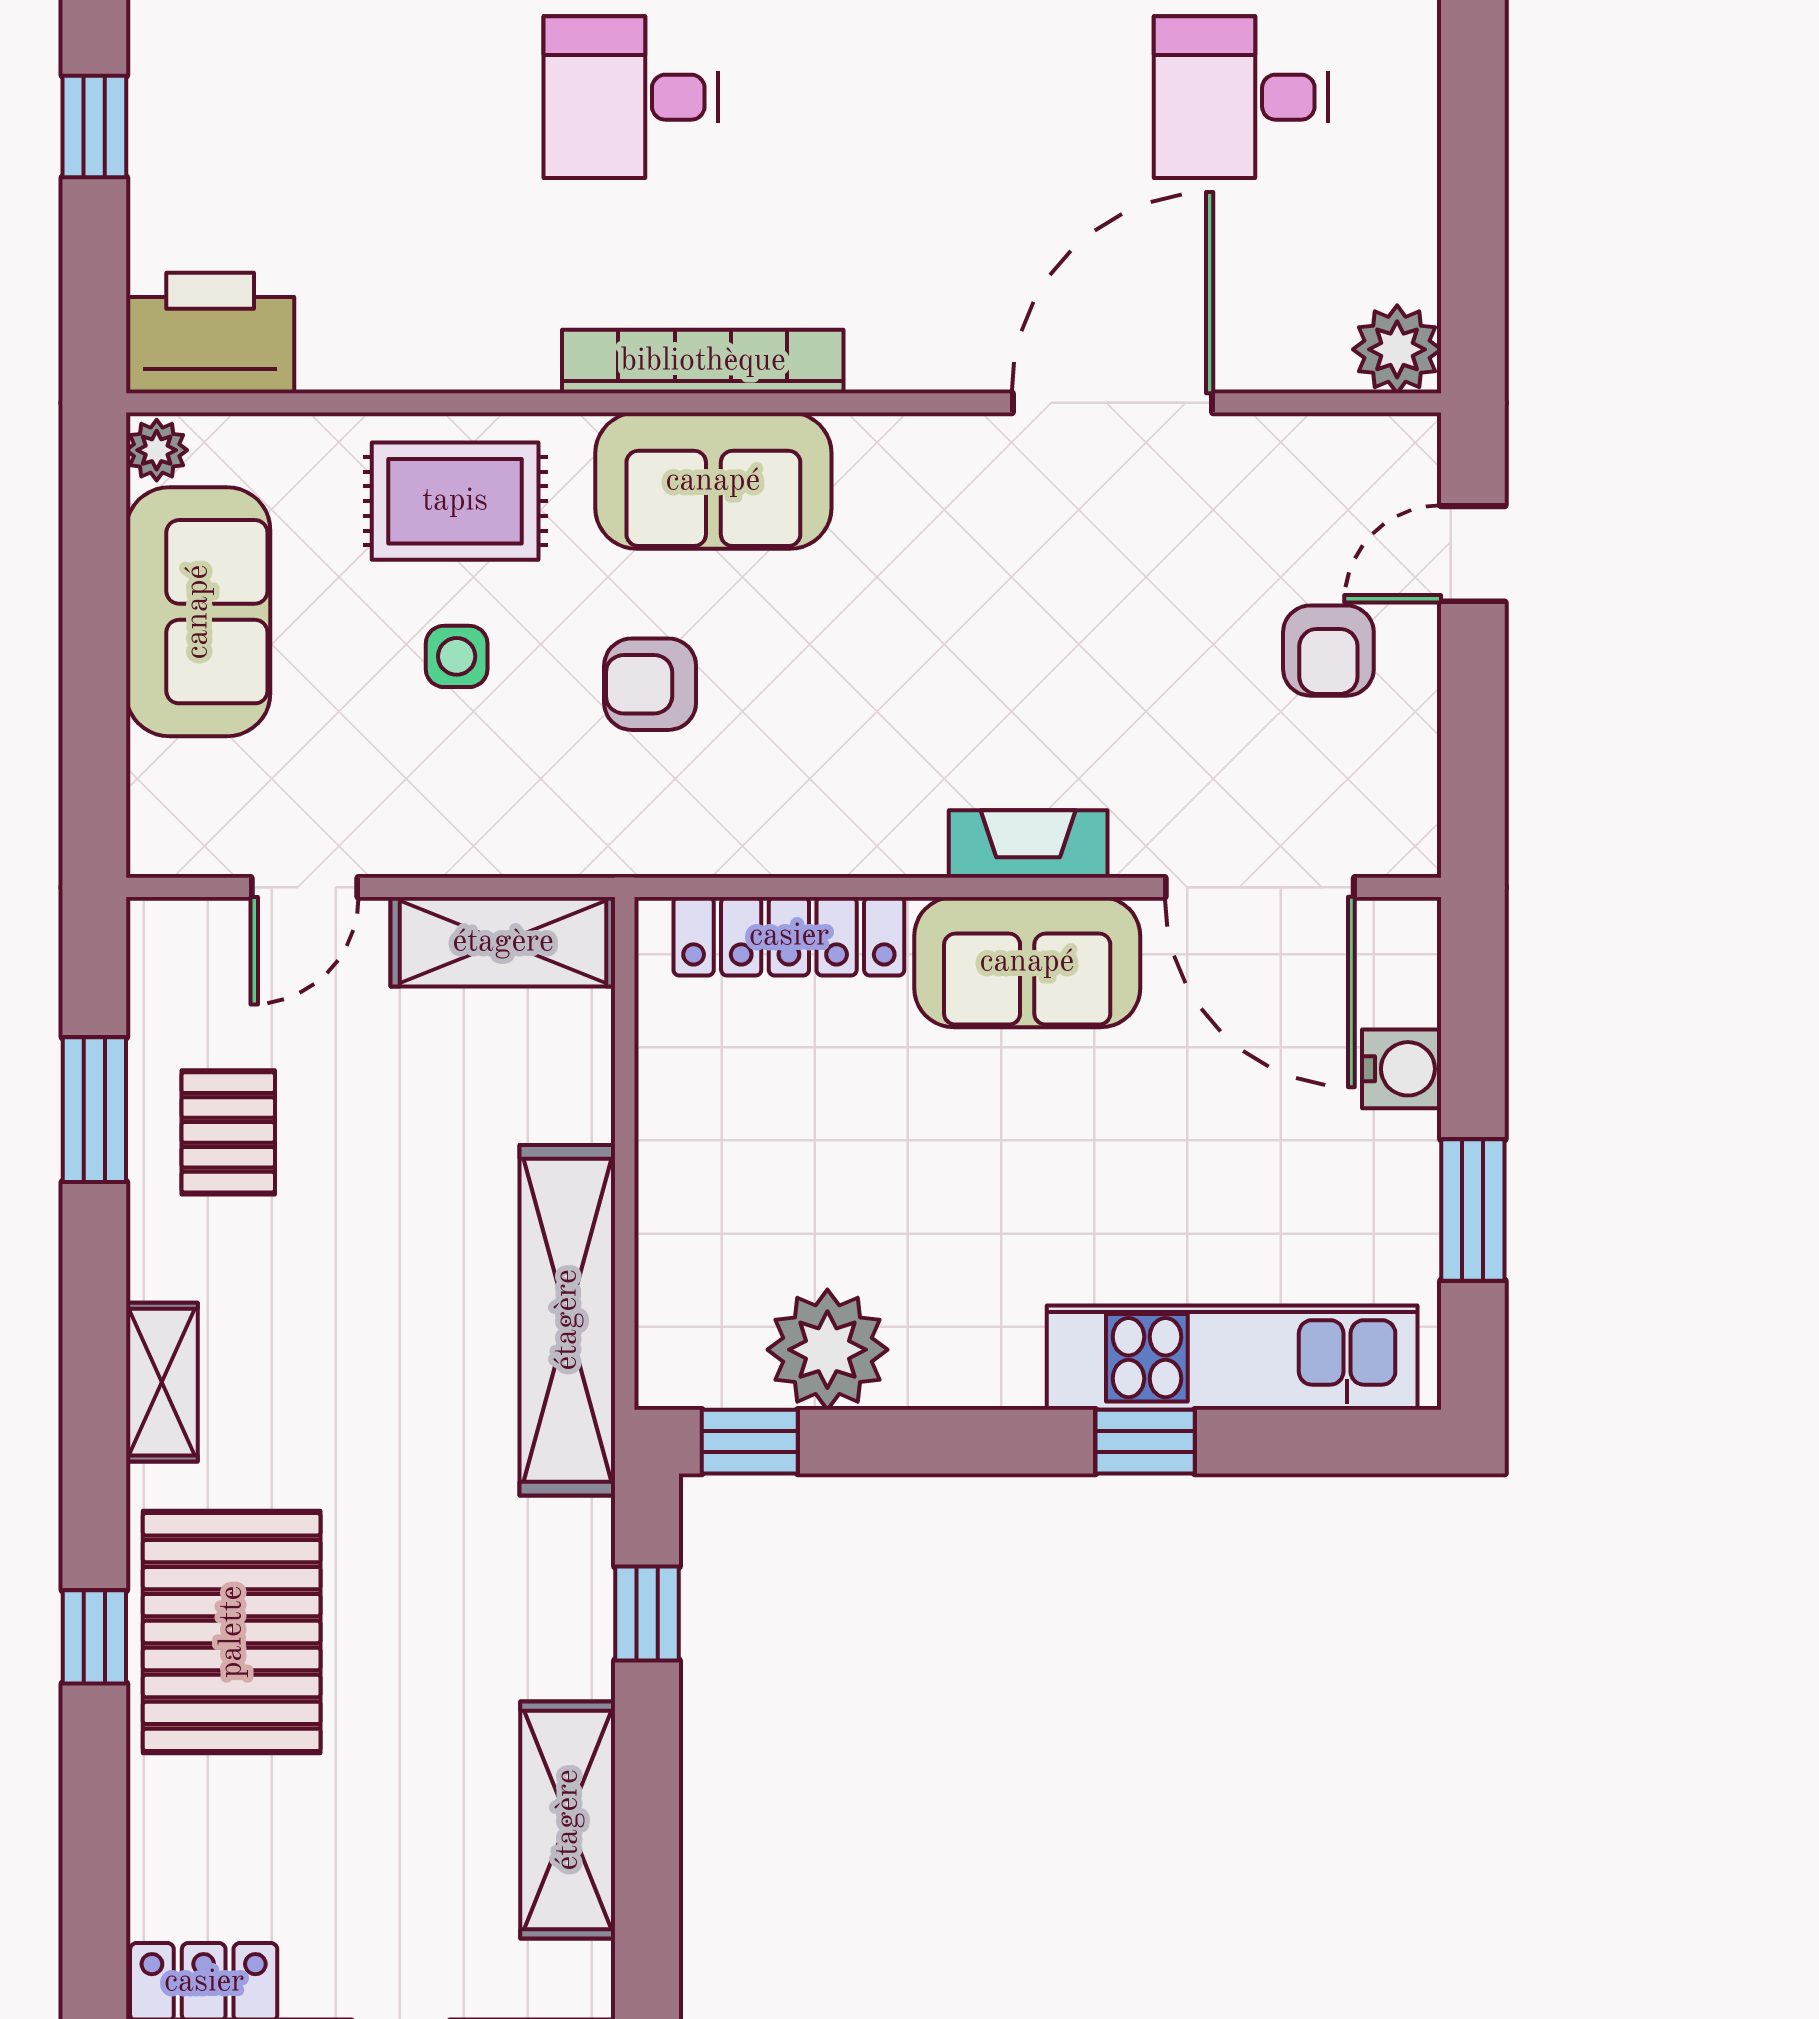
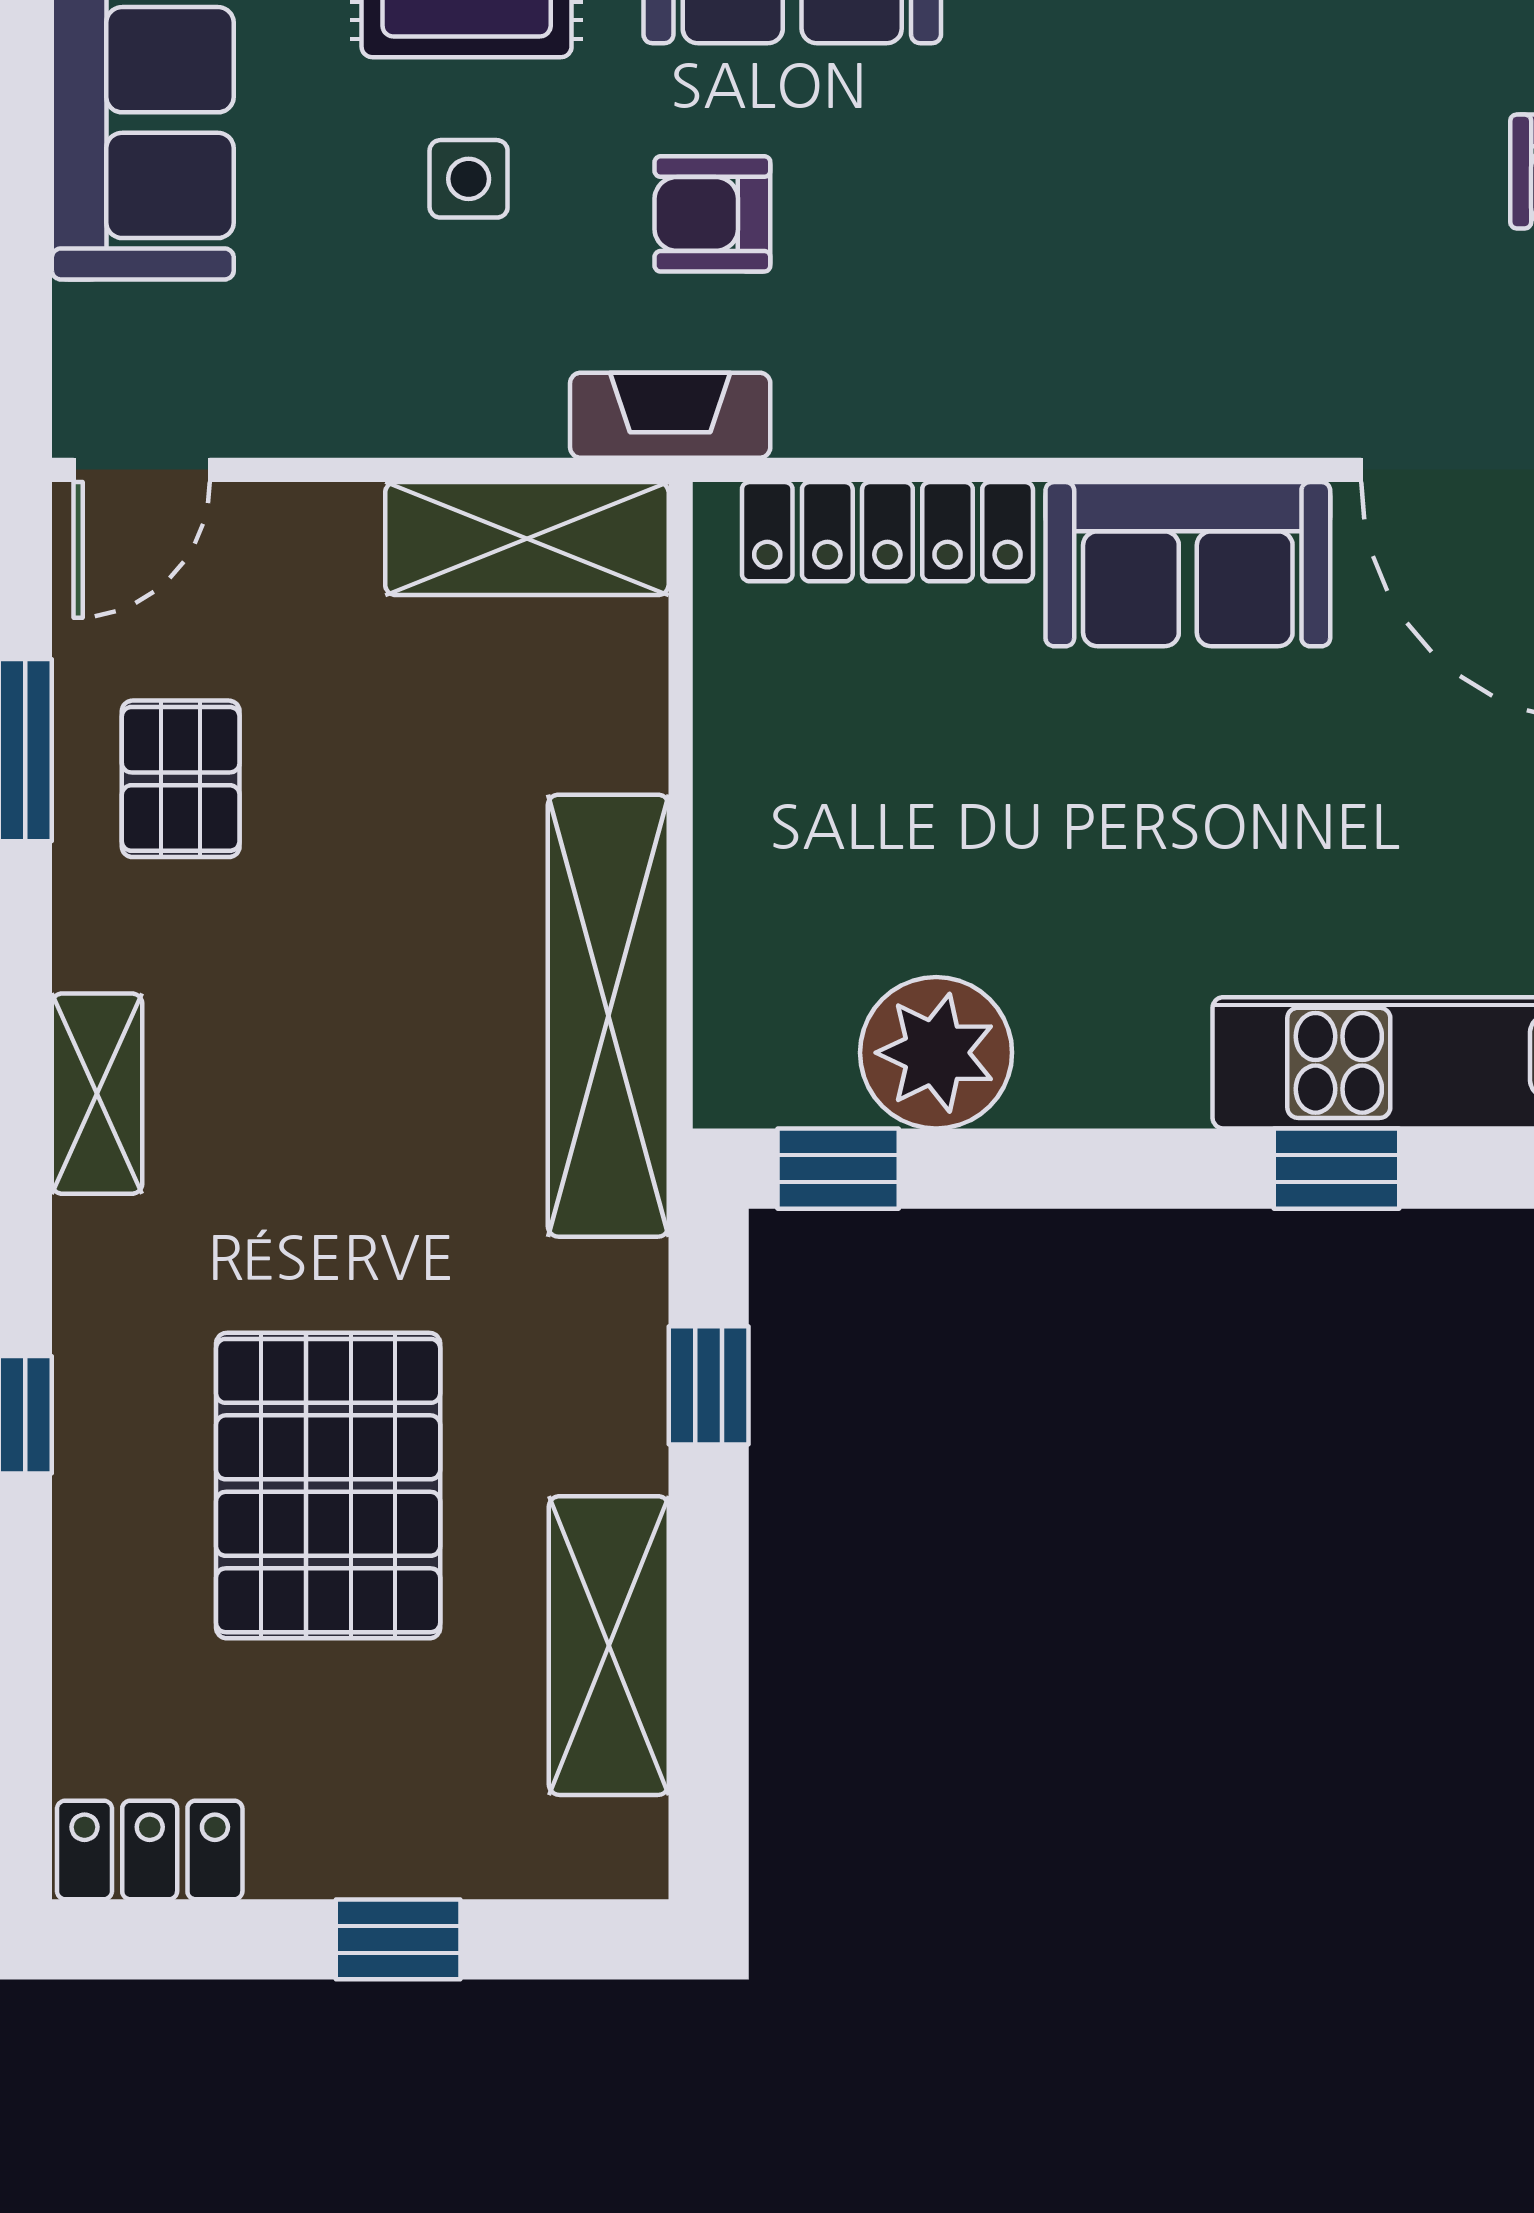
fireplace: (1028, 844) -> (670, 415), moved
door: (305, 887) -> (142, 470), moved
pallet: (232, 1632) -> (328, 1486), moved

